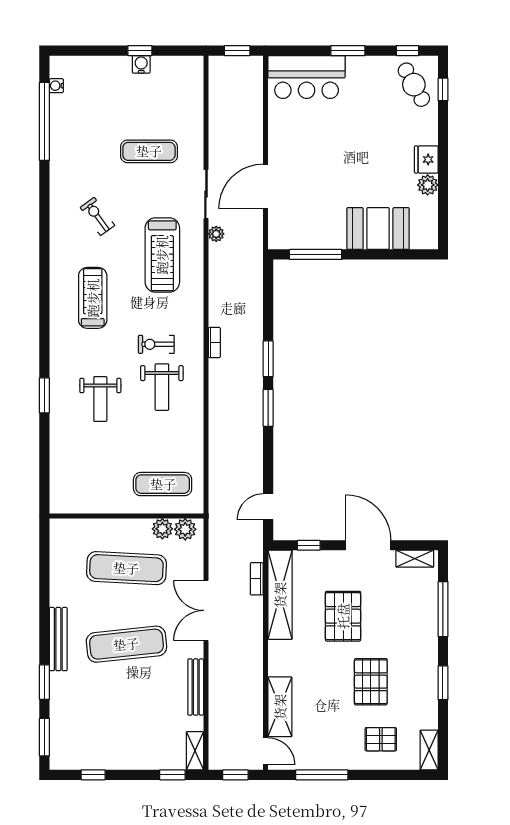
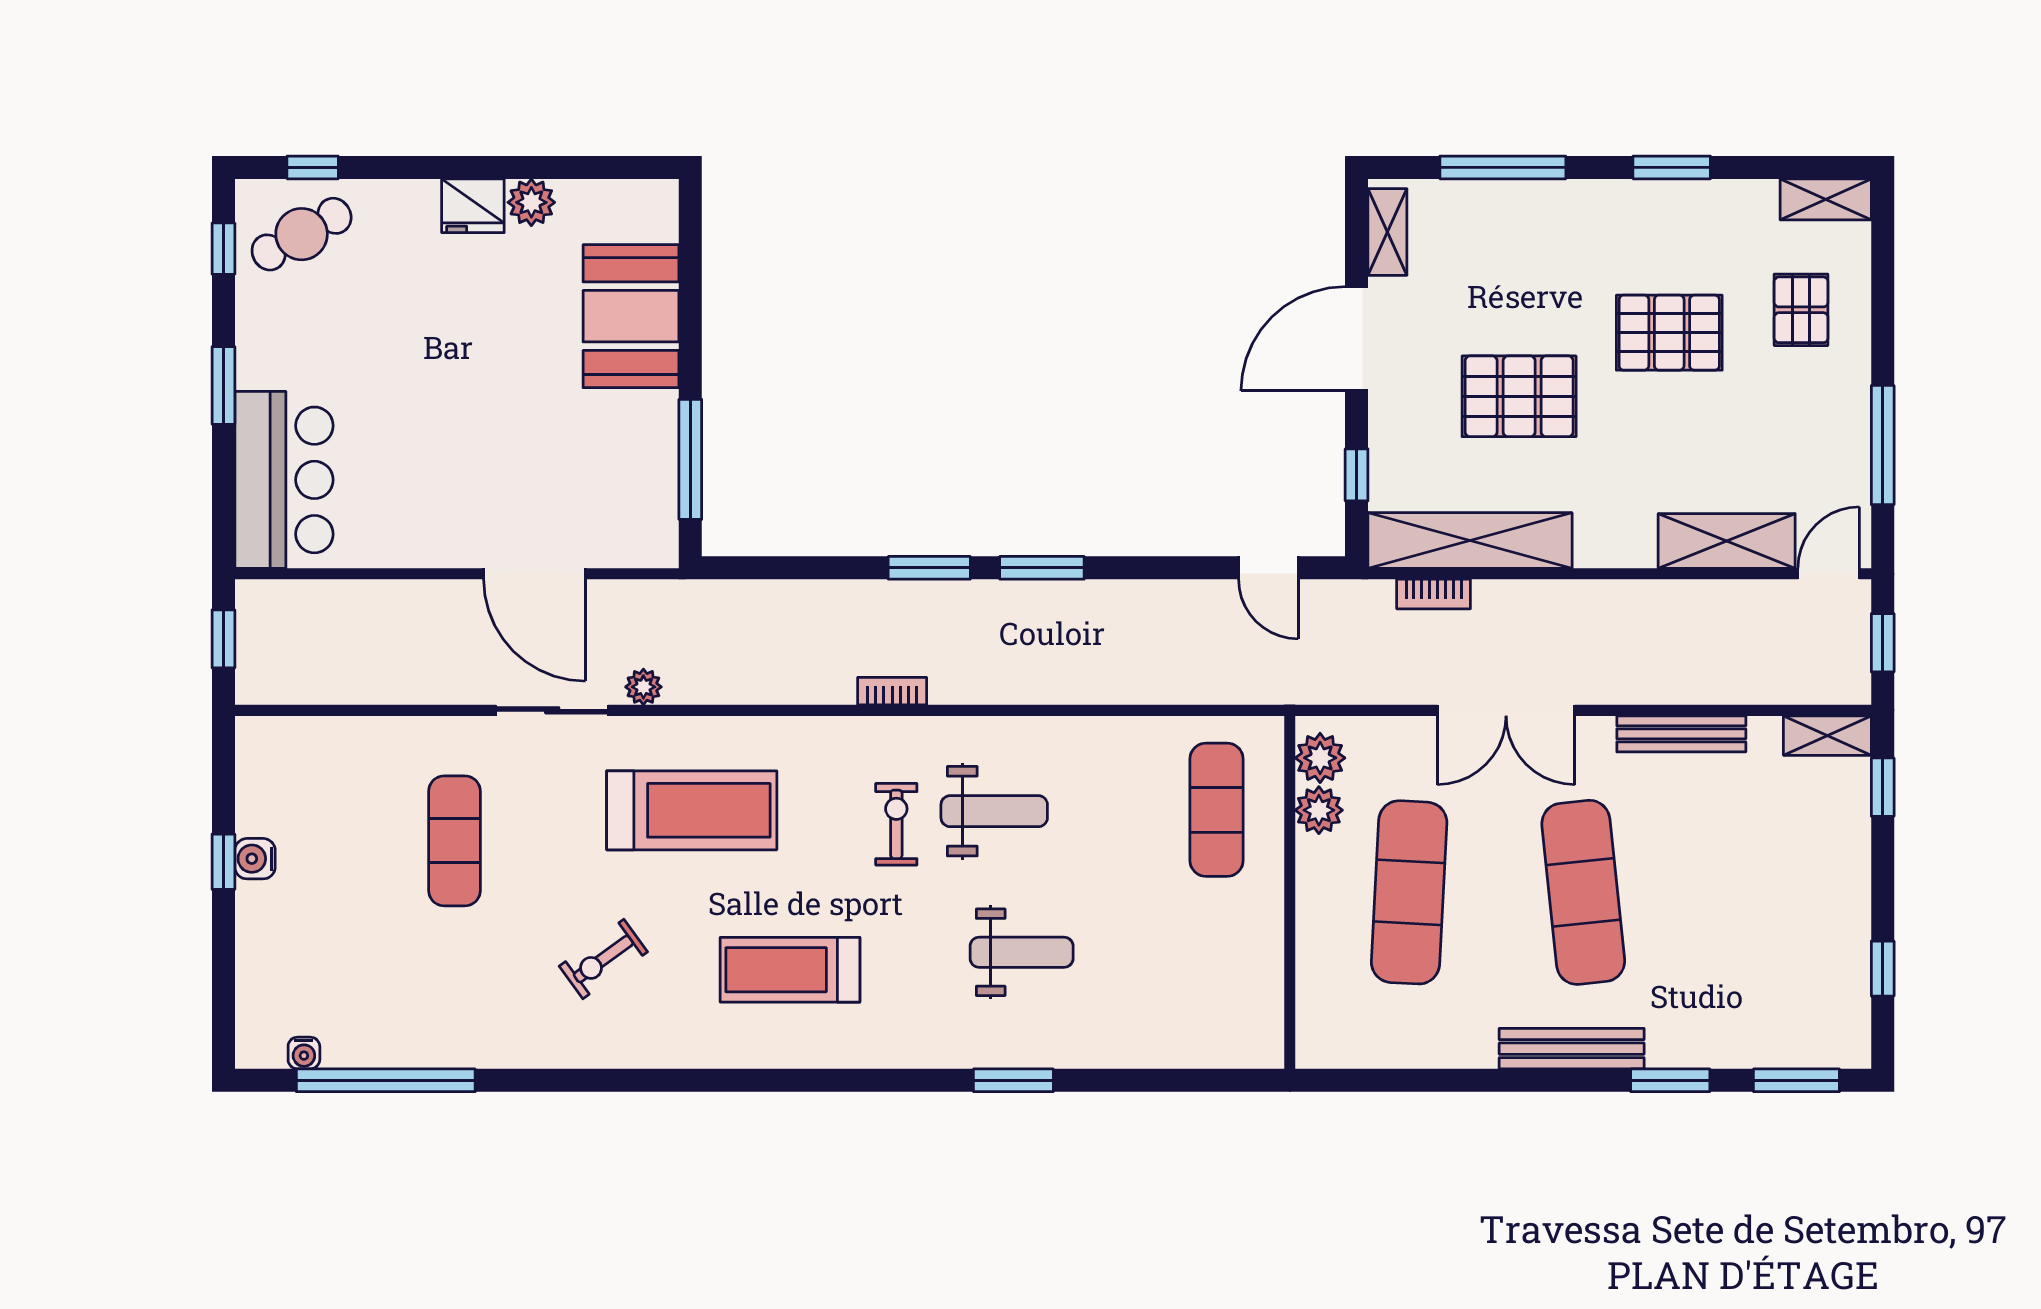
exercise bike: (156, 344) -> (896, 824), turned 180

